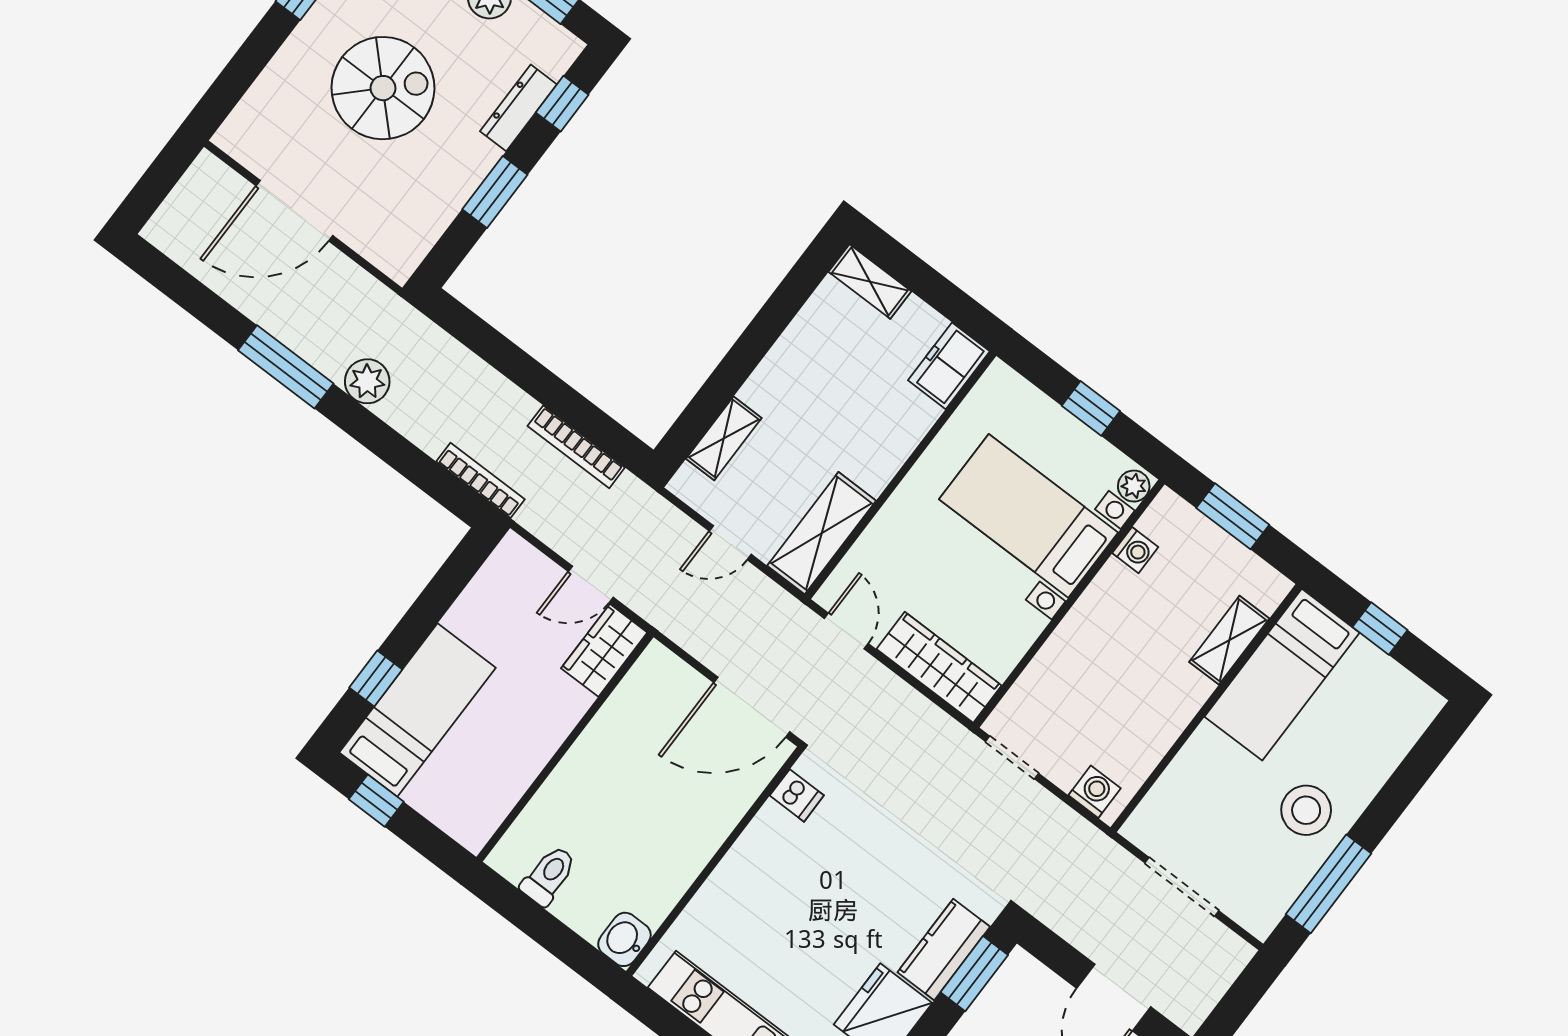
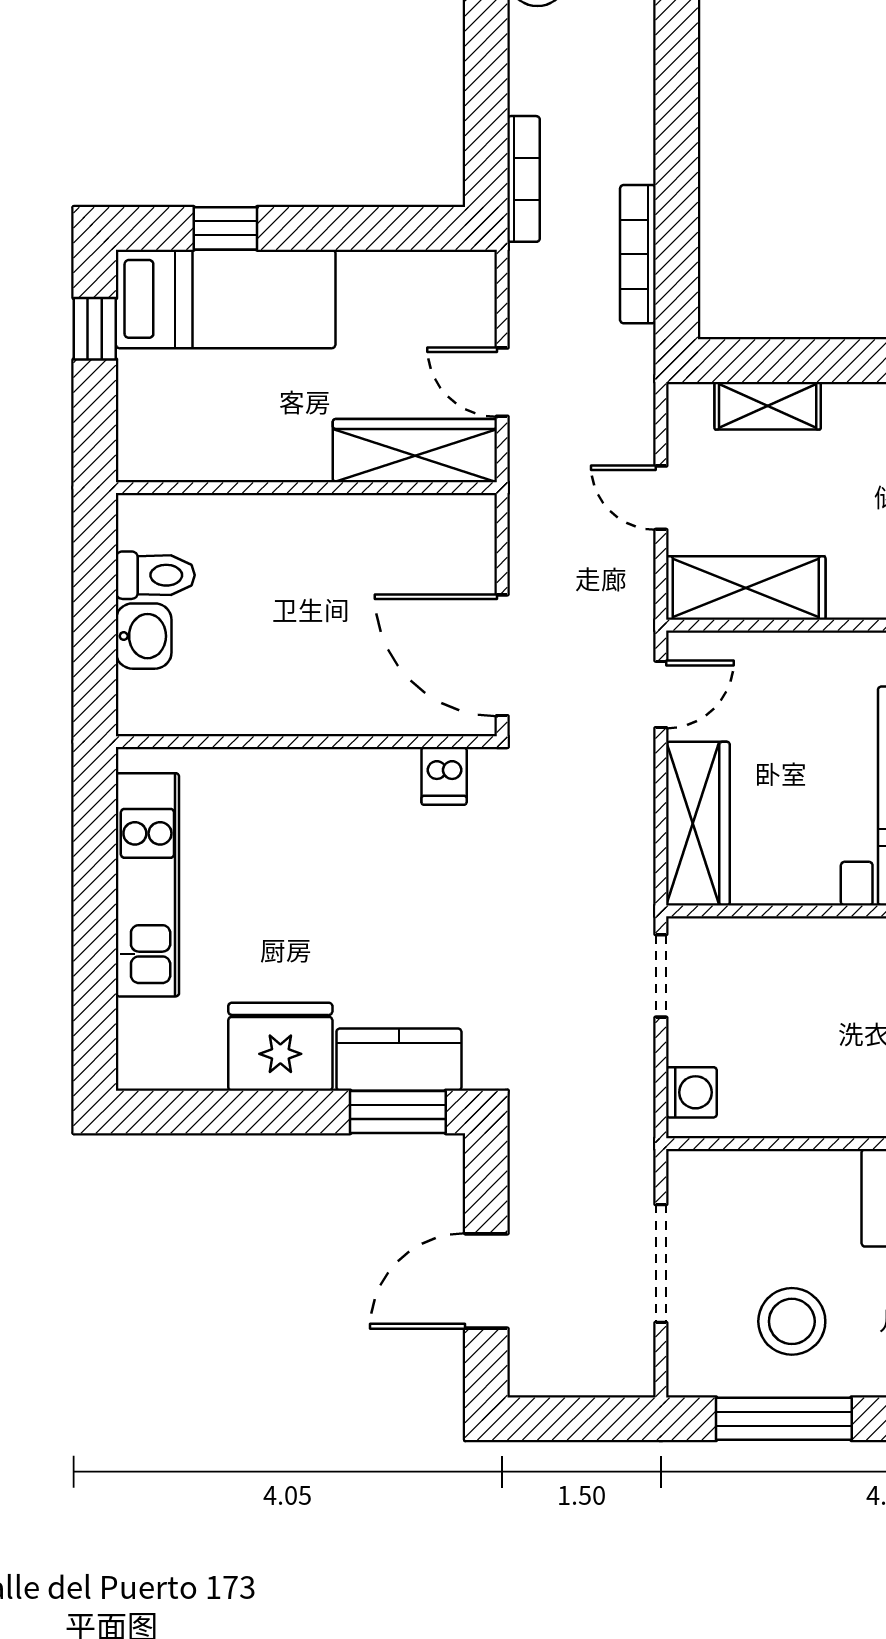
wardrobe: (604, 650) -> (415, 451), width x1.50
stool: (1306, 810) -> (792, 1321), moved
washbasin: (624, 939) -> (144, 636), moved, turned 90

